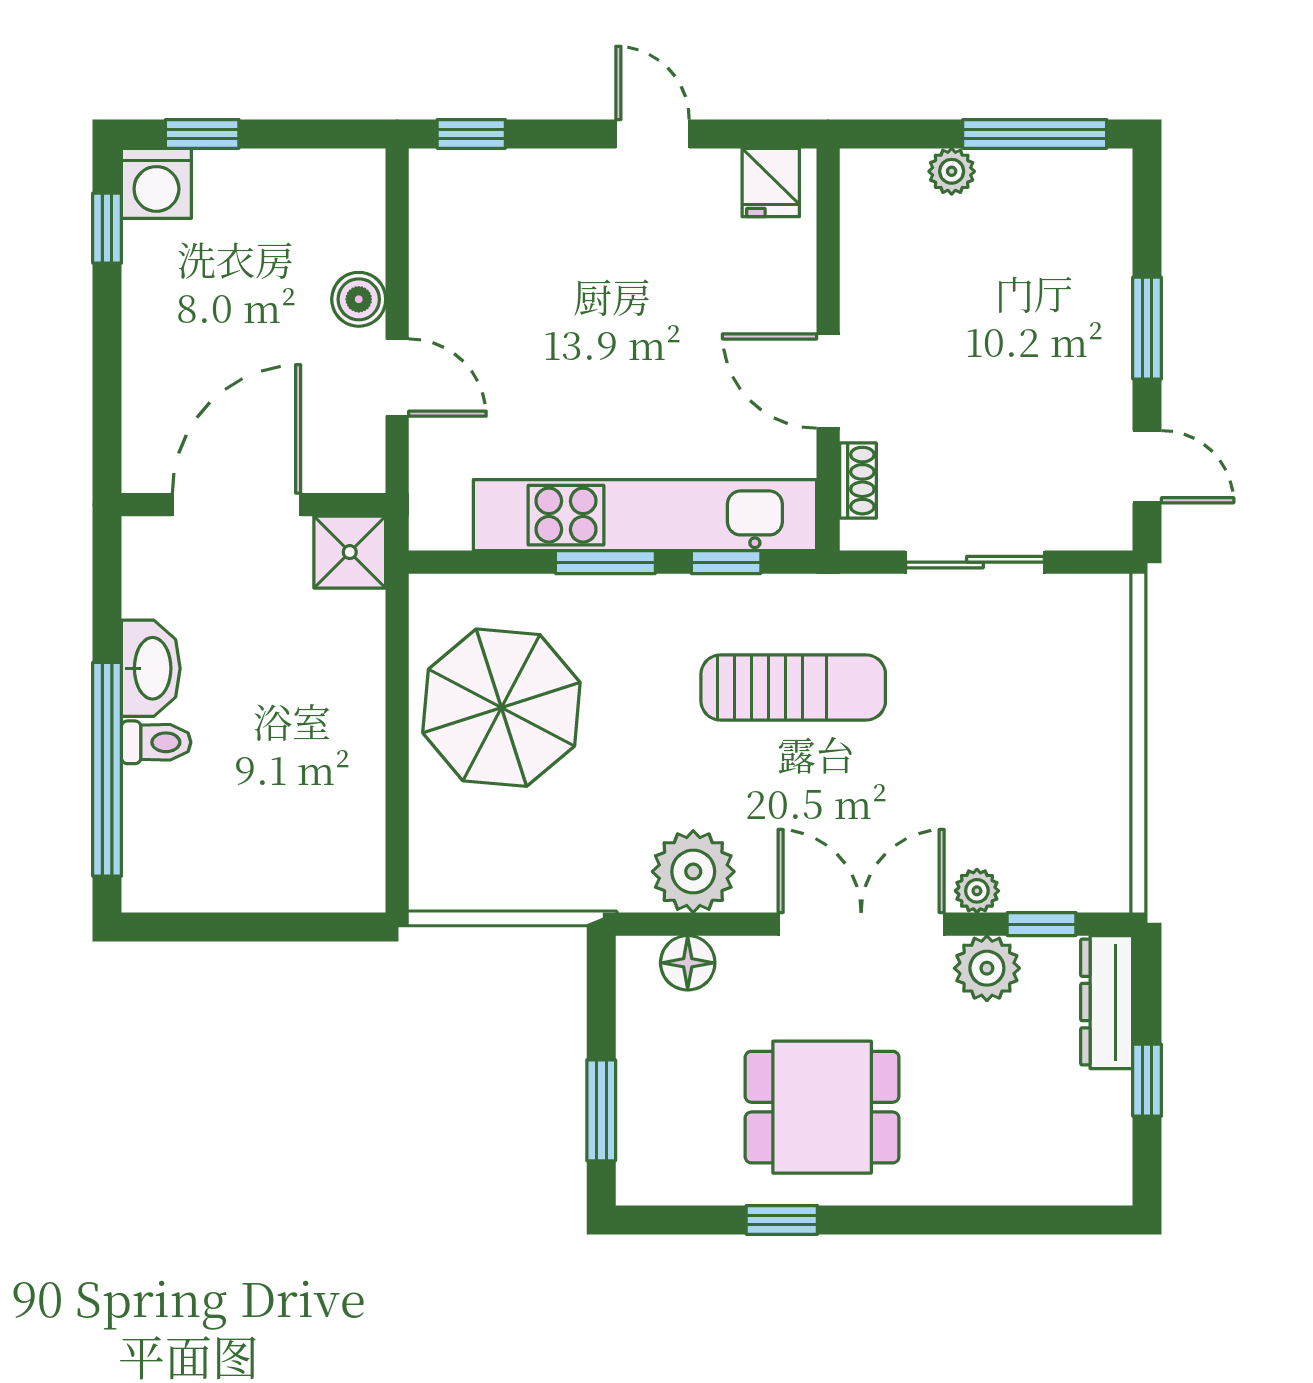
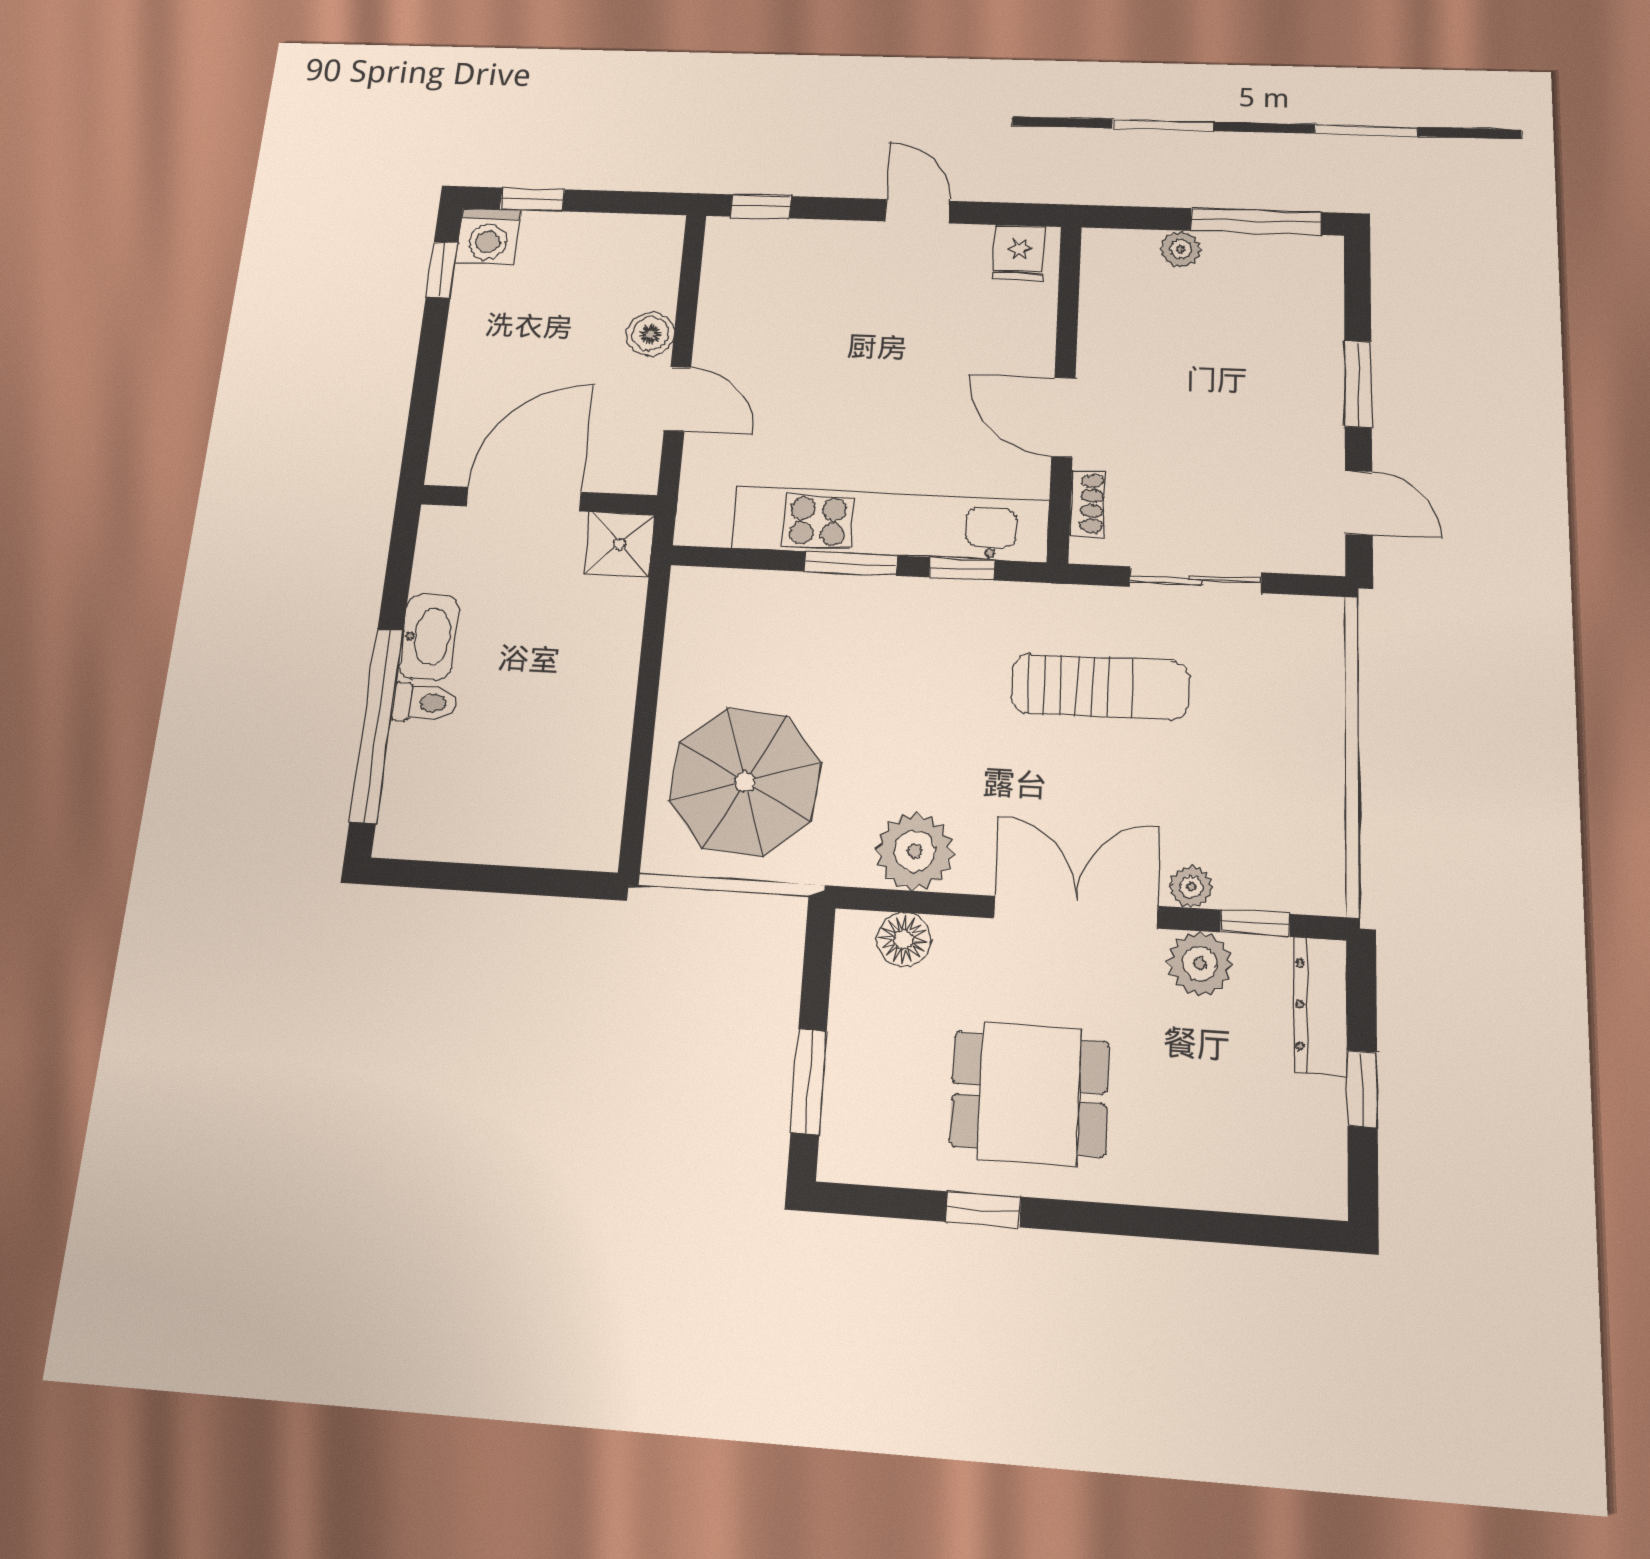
sun lounger: (793, 687) -> (1100, 687), moved
parasol: (501, 708) -> (745, 782), moved

